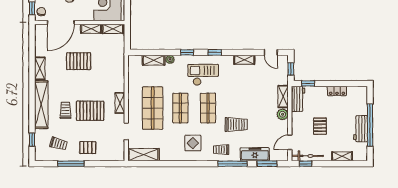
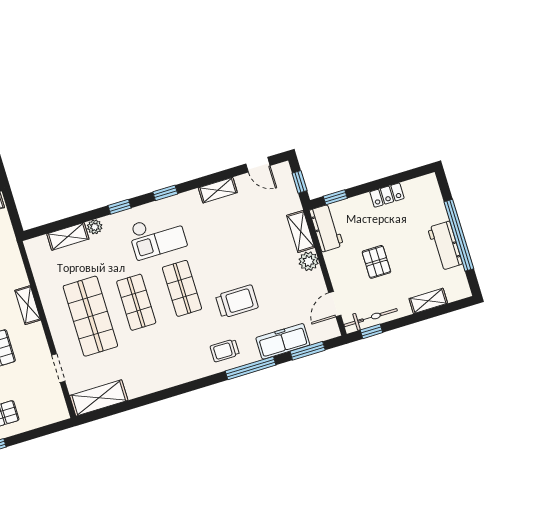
checkout: (203, 75) -> (157, 236), turned 180
shelving: (120, 103) -> (28, 305), moved
display table: (193, 143) -> (174, 354), removed

